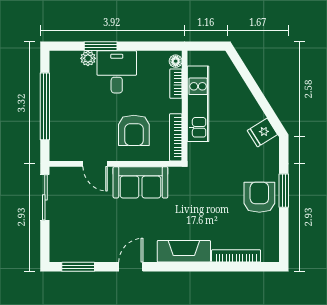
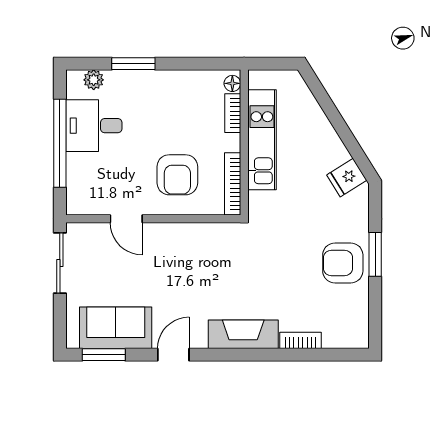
plant: (88, 58) -> (94, 80), moved
desk: (117, 72) -> (94, 126), moved, turned -90
sofa: (140, 182) -> (116, 328), moved, turned 180
armchair: (259, 197) -> (343, 263), turned -90
bookcase: (236, 256) -> (301, 340), width x0.64

